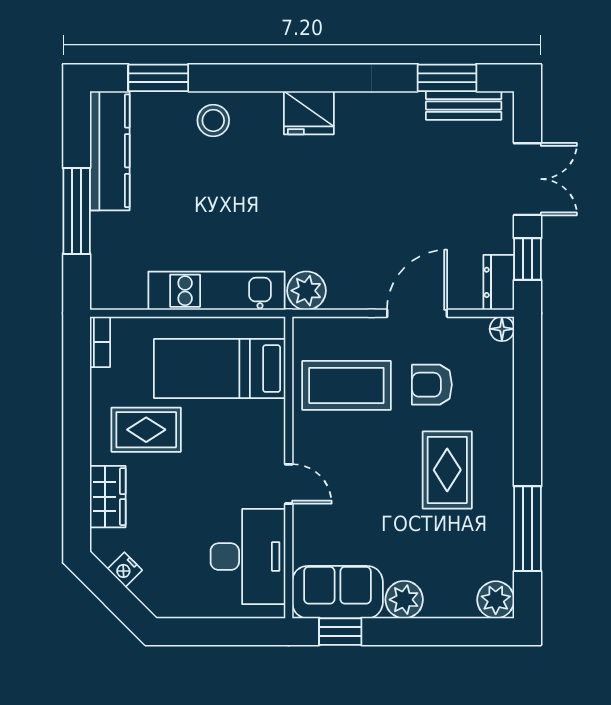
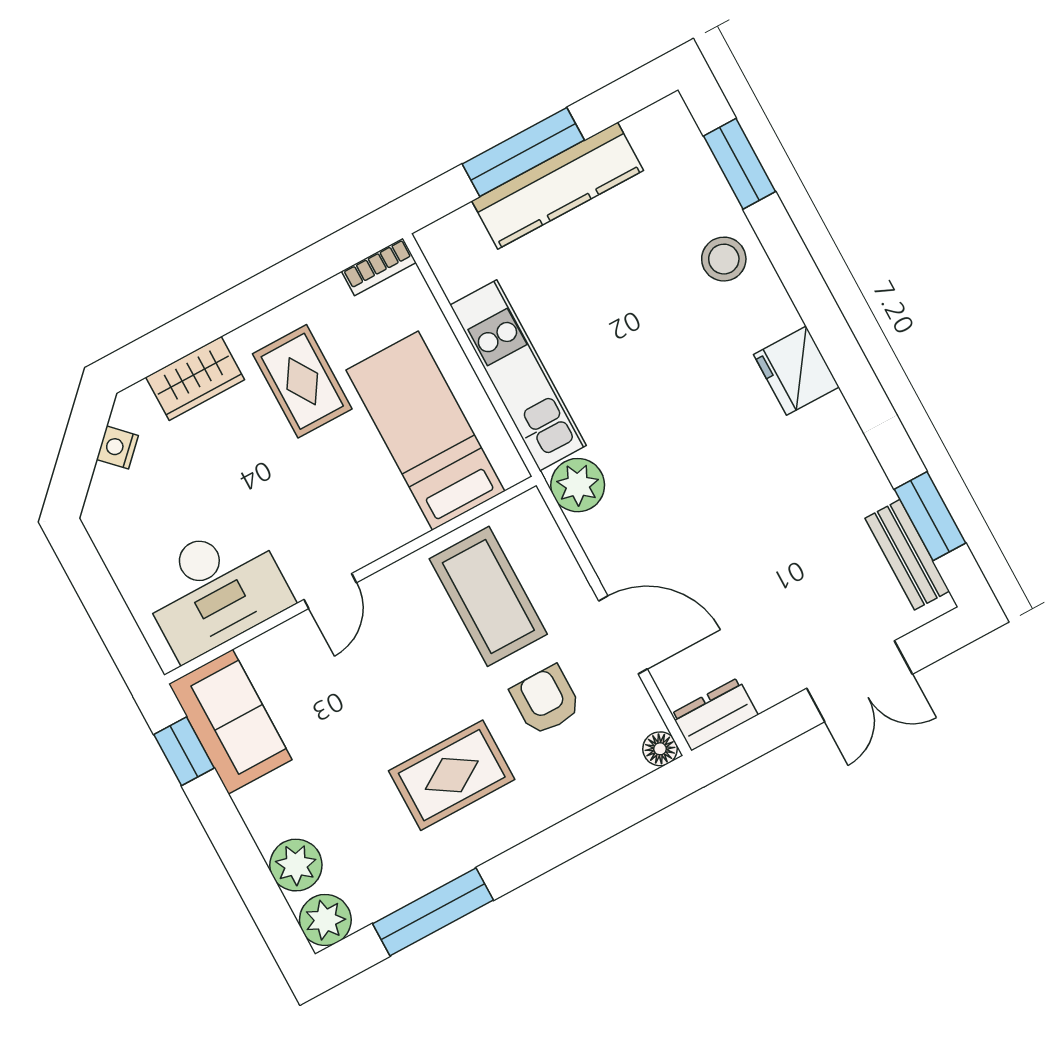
kitchen counter: (110, 151) -> (558, 186), moved
window: (528, 259) -> (762, 734), removed
plant: (404, 600) -> (296, 865), moved

